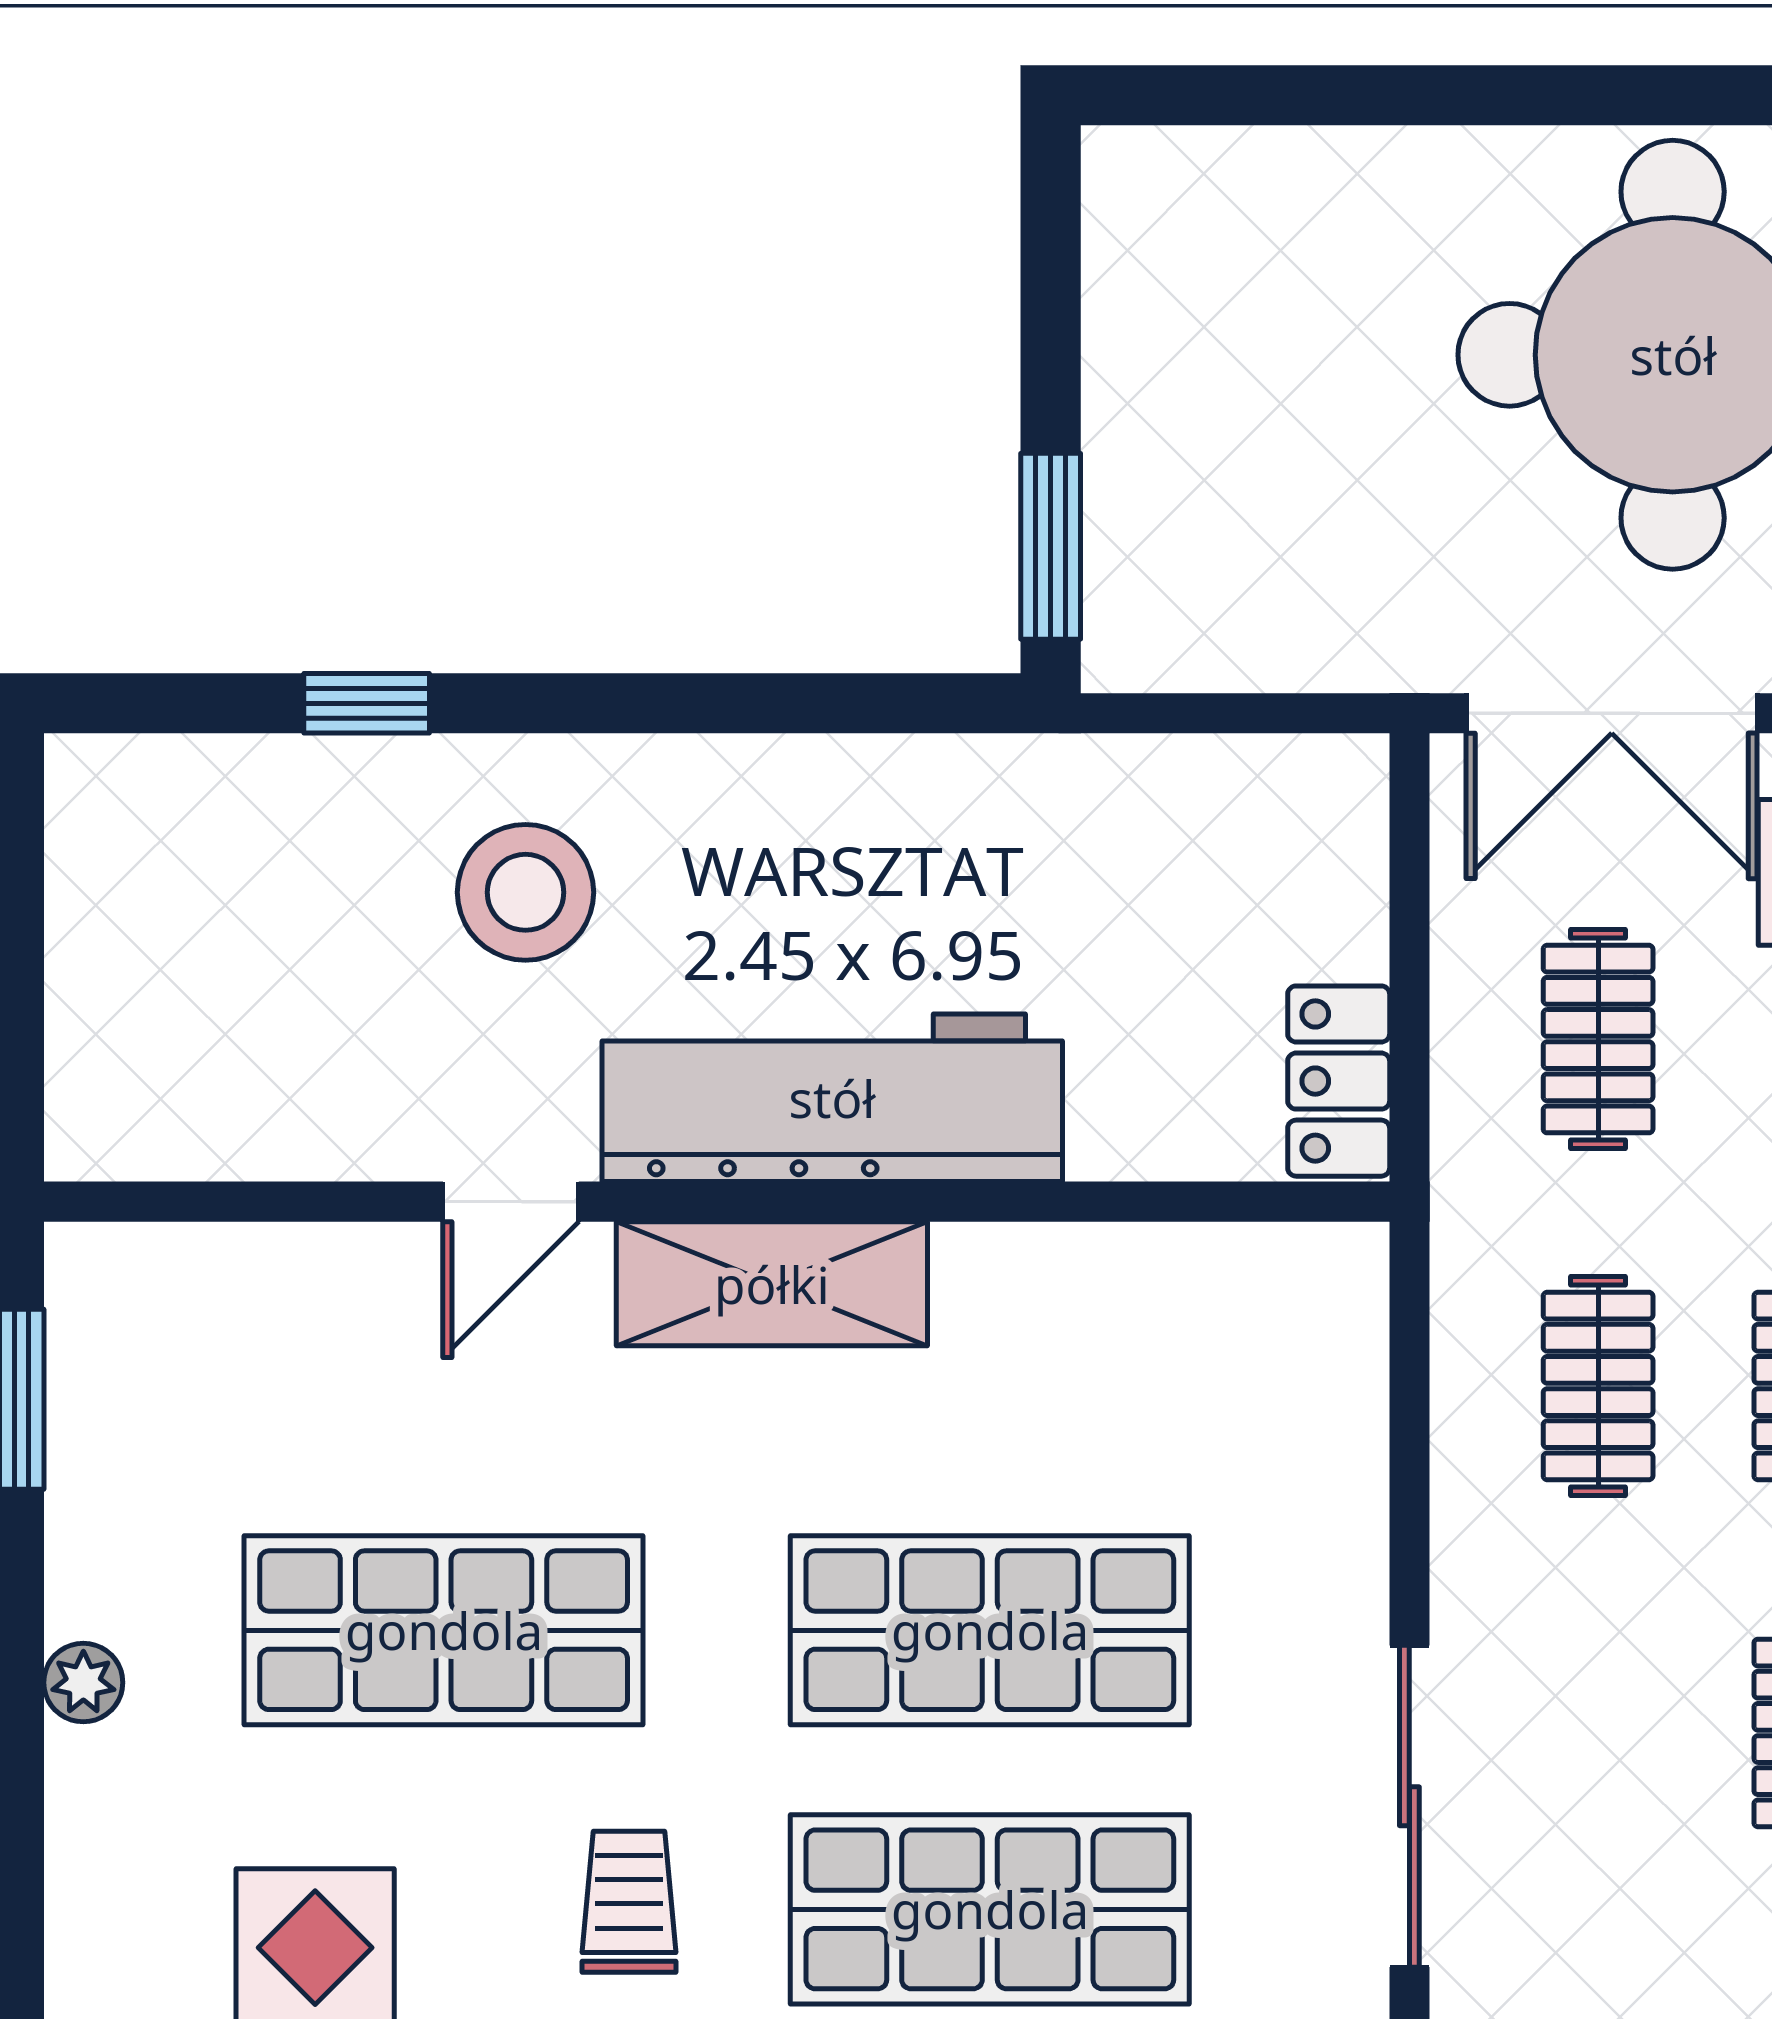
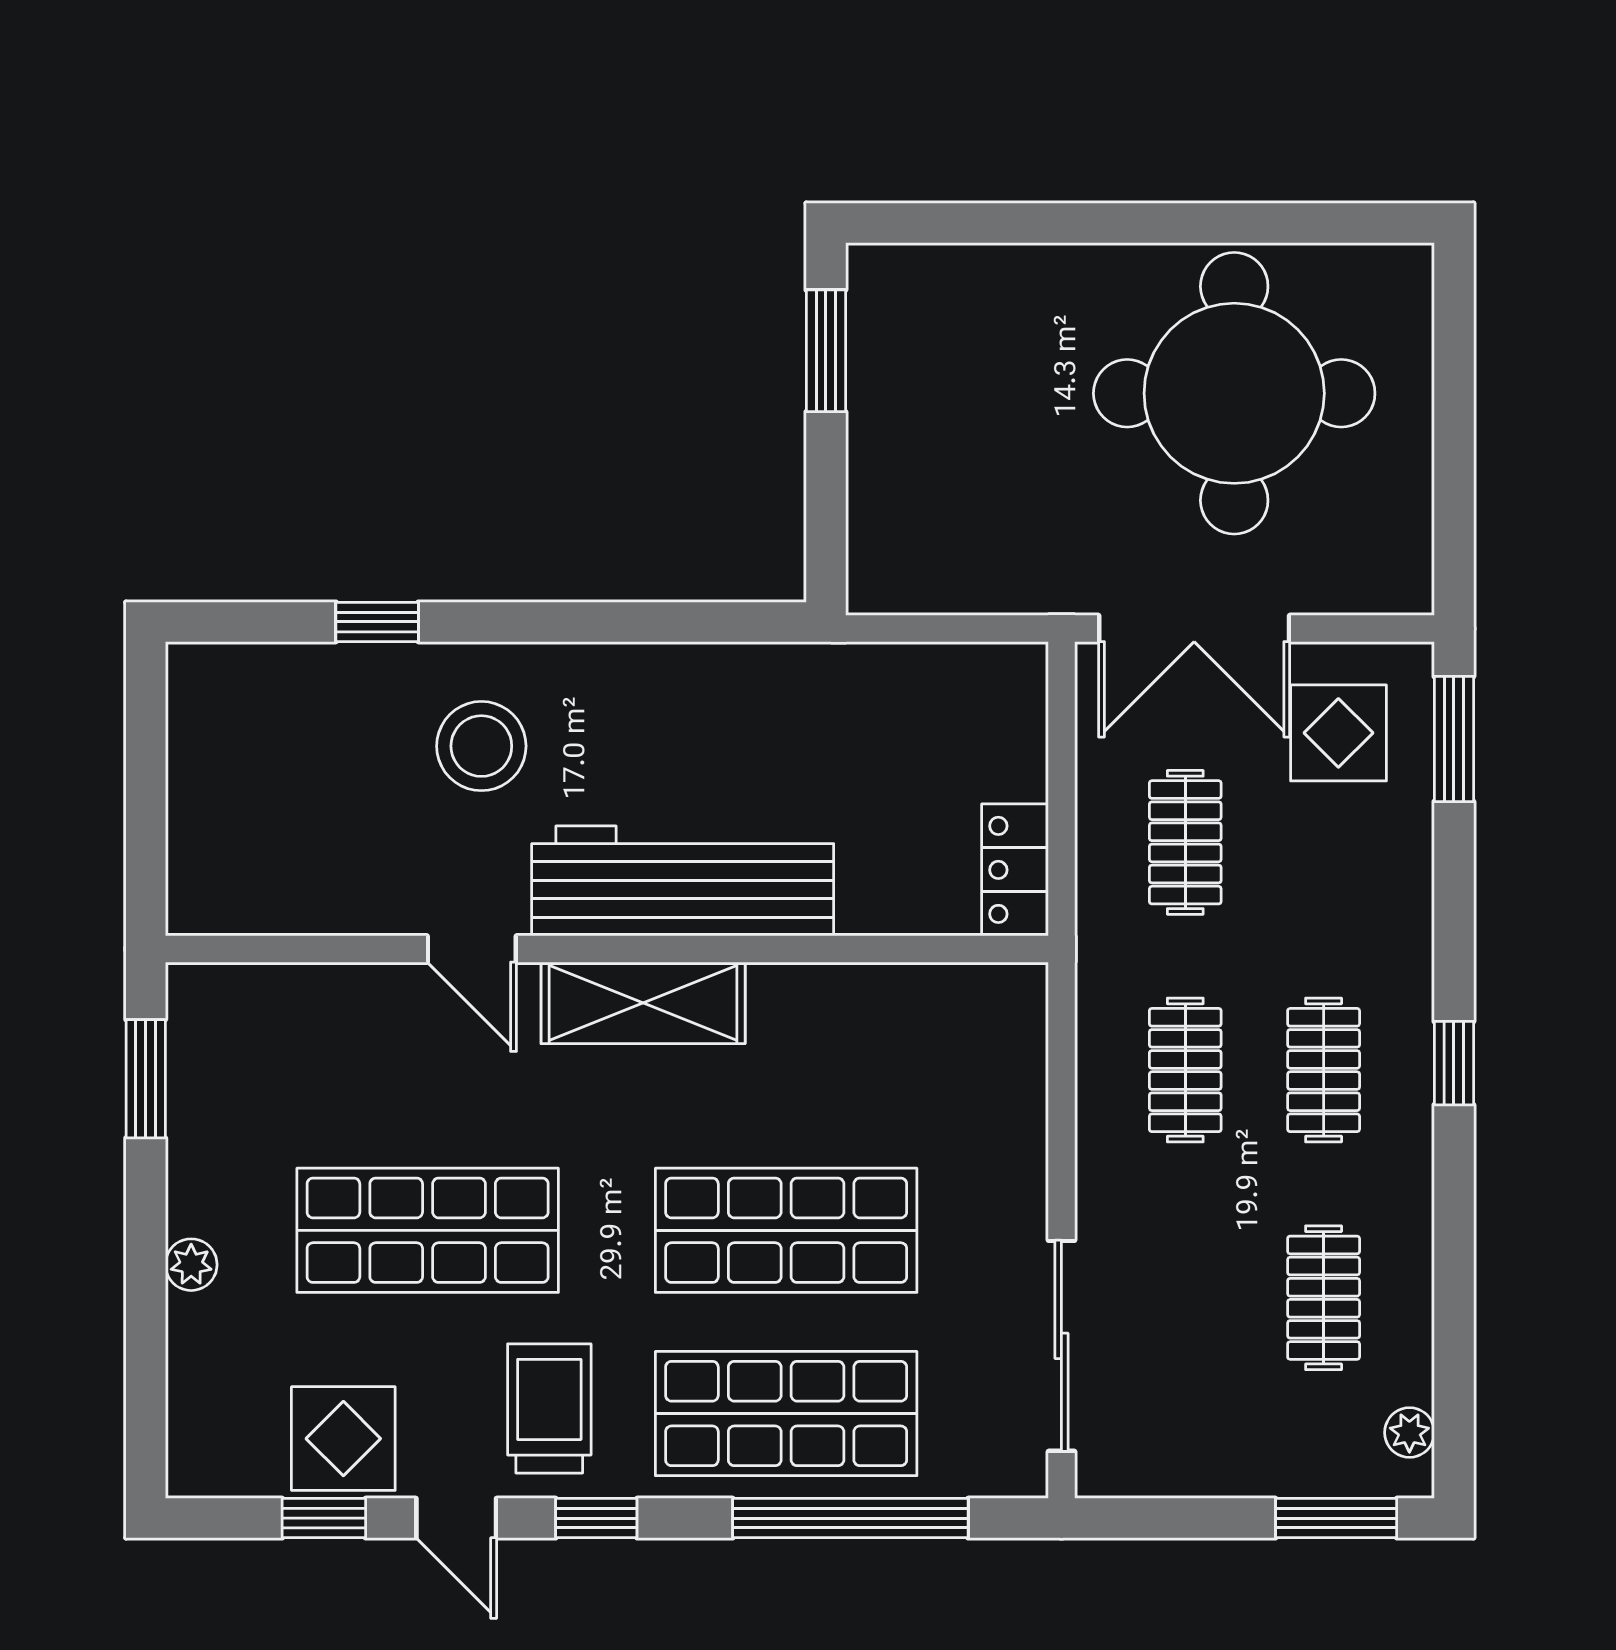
window: (1051, 546) -> (826, 351), moved
door: (511, 1202) -> (472, 949), hinge flipped
trolley: (629, 1902) -> (549, 1408), width x1.36, depth x1.39

